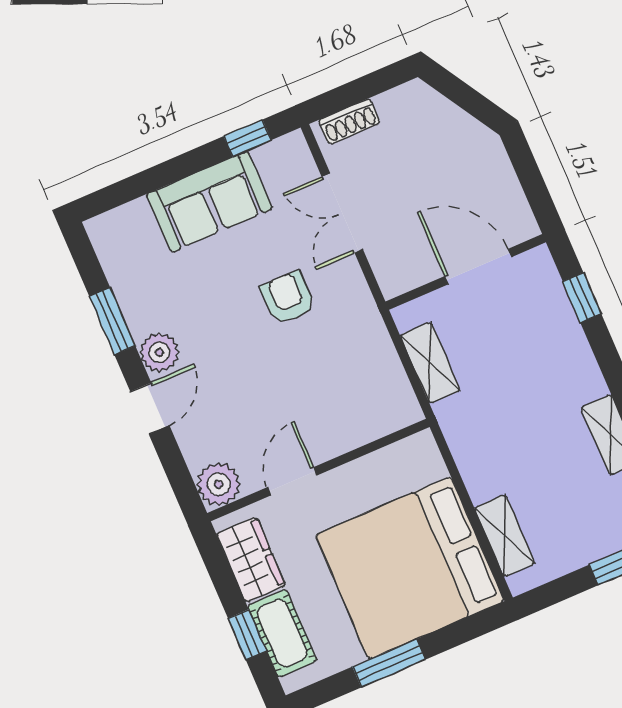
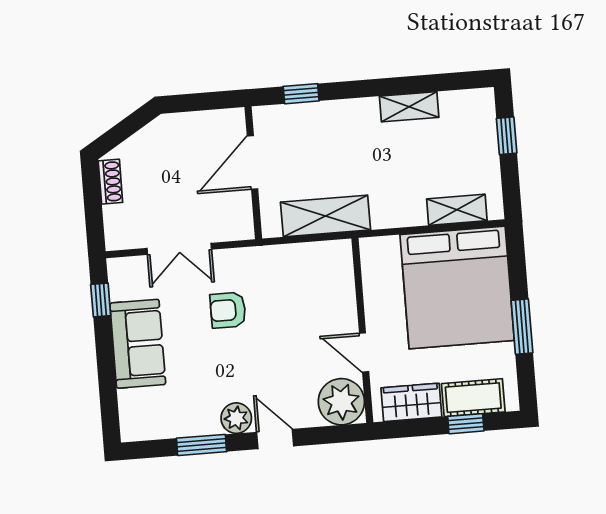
shoe rack: (349, 121) -> (110, 182), moved
shelving: (430, 363) -> (325, 216), width x1.50, depth x1.33
plant: (219, 484) -> (341, 402), width x1.36, depth x1.36

